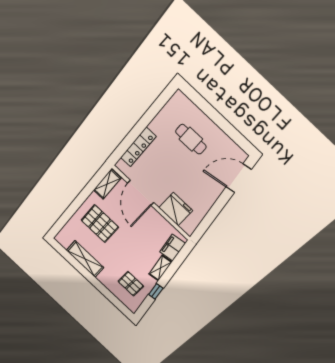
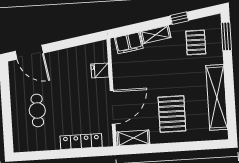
fridge: (176, 209) -> (100, 70), width x0.53, depth x0.75
shelving: (85, 259) -> (217, 97), width x1.47
window: (117, 303) -> (226, 36), added

